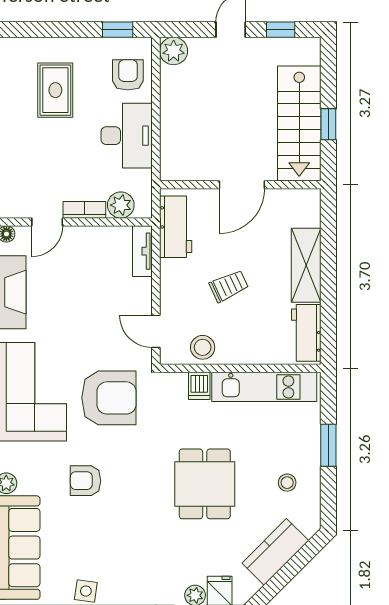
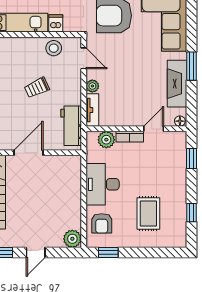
plant: (142, 288) -> (92, 86), added

